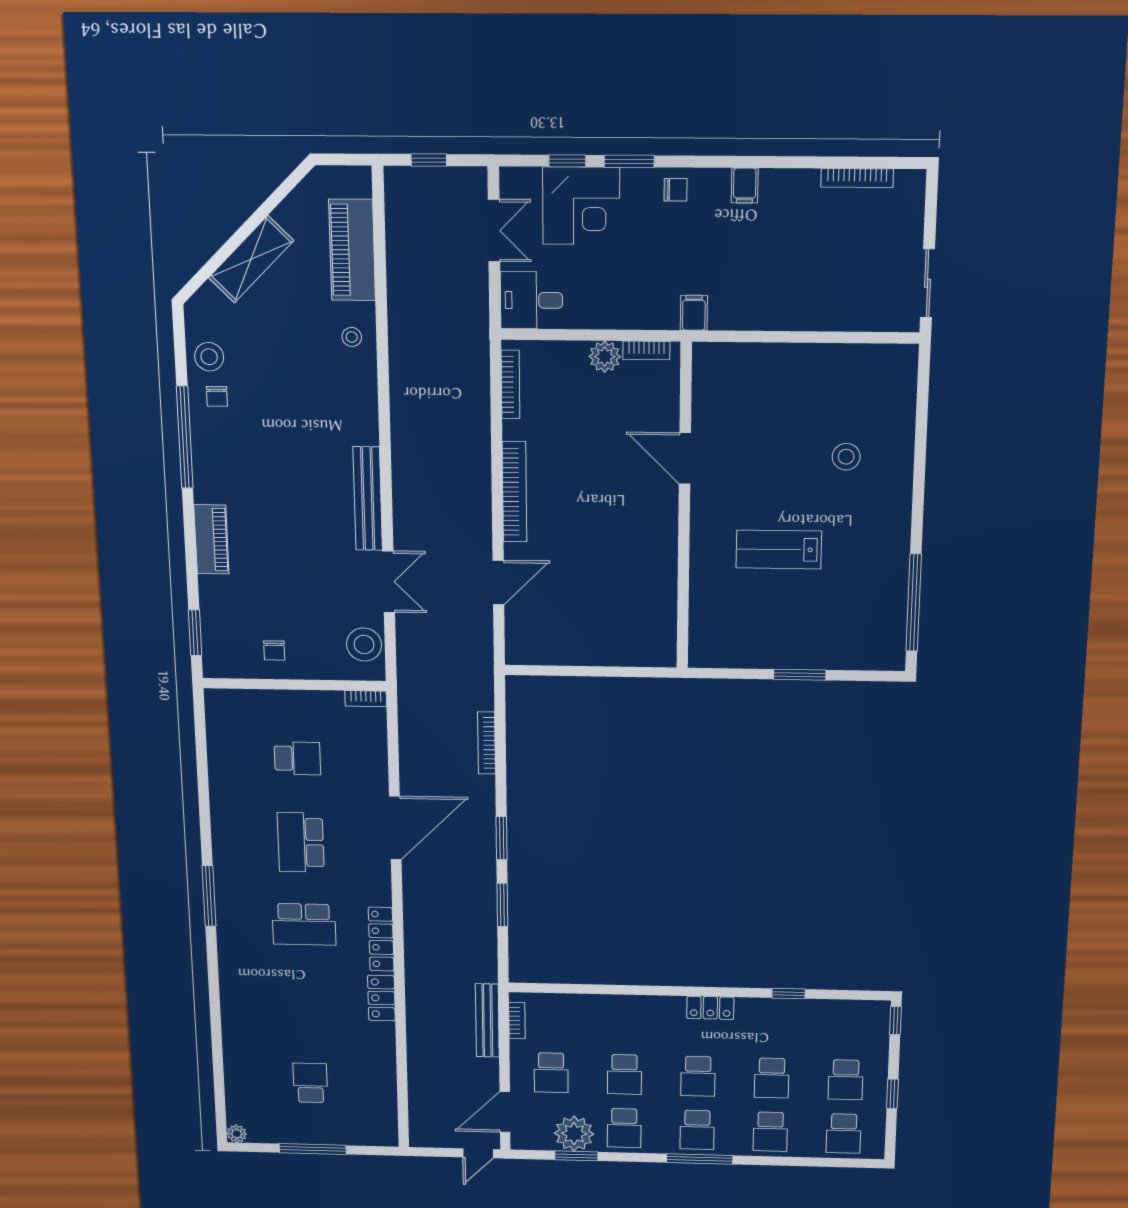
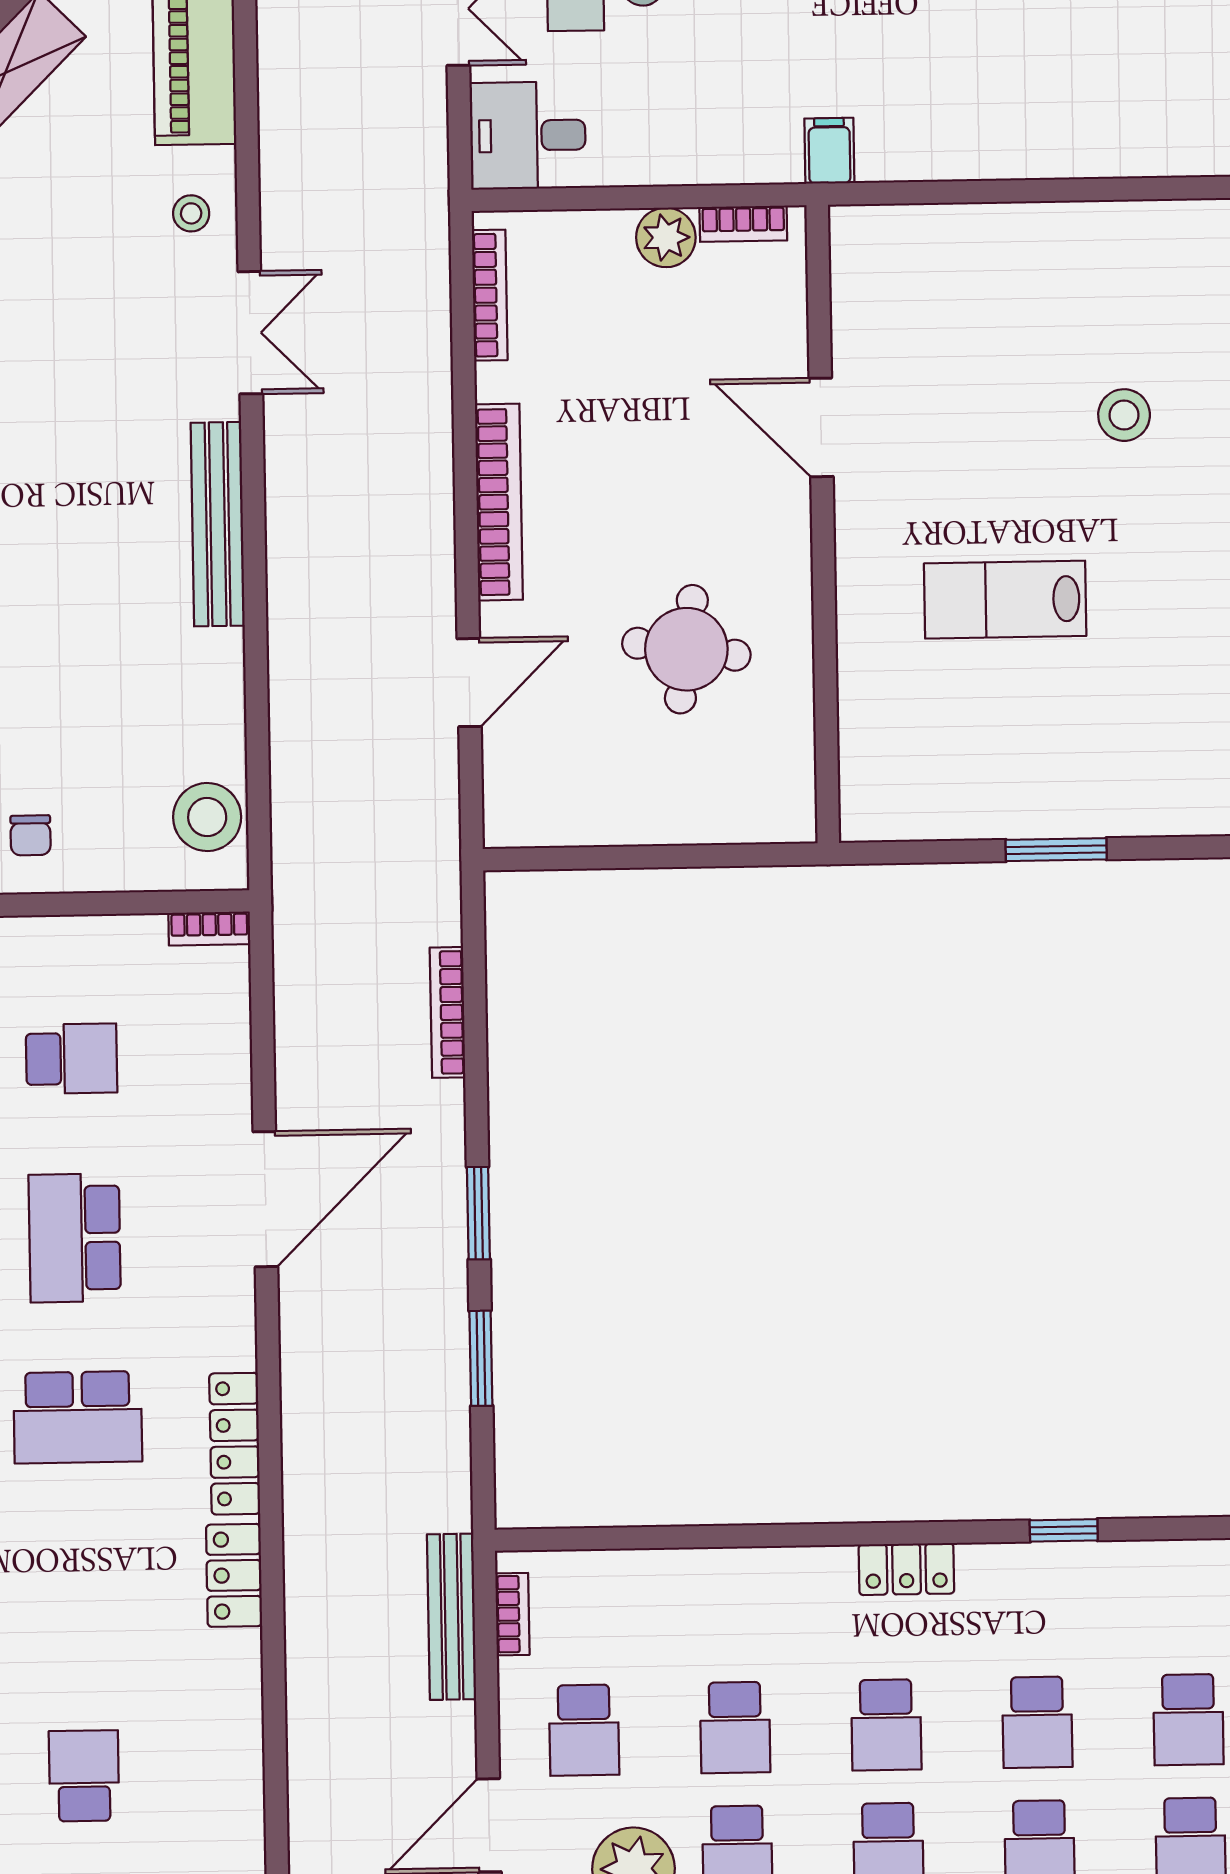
round table: (611, 569) -> (686, 649), added
double door: (389, 582) -> (250, 333), moved

